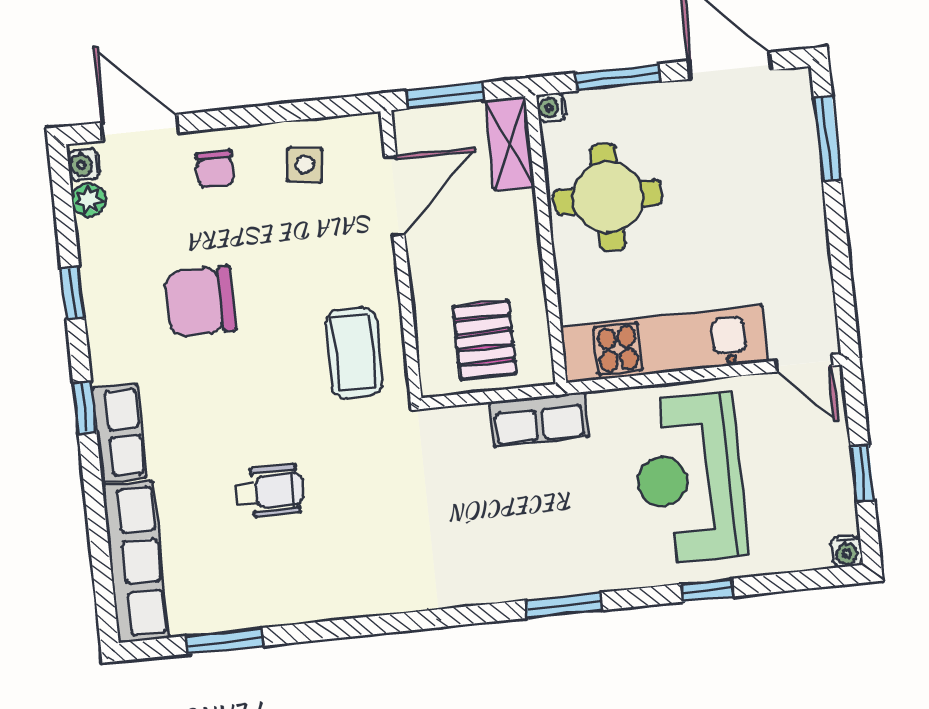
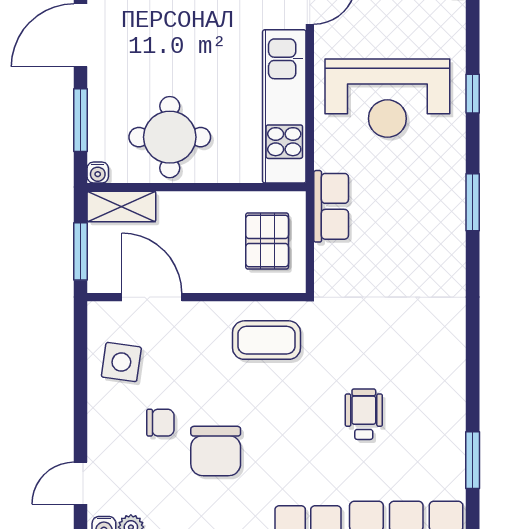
door: (140, 128) -> (81, 483), width x0.73
side table: (305, 165) -> (121, 362), width x1.37, depth x1.37
chair: (215, 169) -> (160, 423), moved
pallet: (484, 340) -> (267, 241), turned 90

